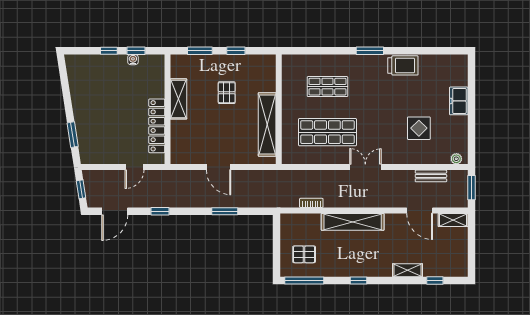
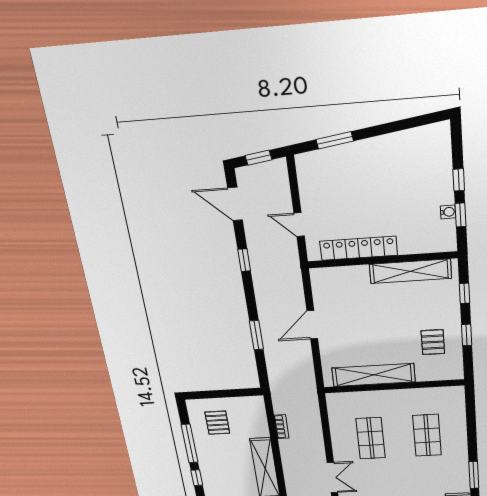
window: (200, 51) -> (465, 293), width x0.67
pallet: (227, 93) -> (433, 342), moved, turned 90
shelving: (178, 99) -> (410, 271), width x1.47
shop shelf: (327, 132) -> (371, 438), width x0.70, depth x0.74
window: (304, 280) -> (190, 443), moved

